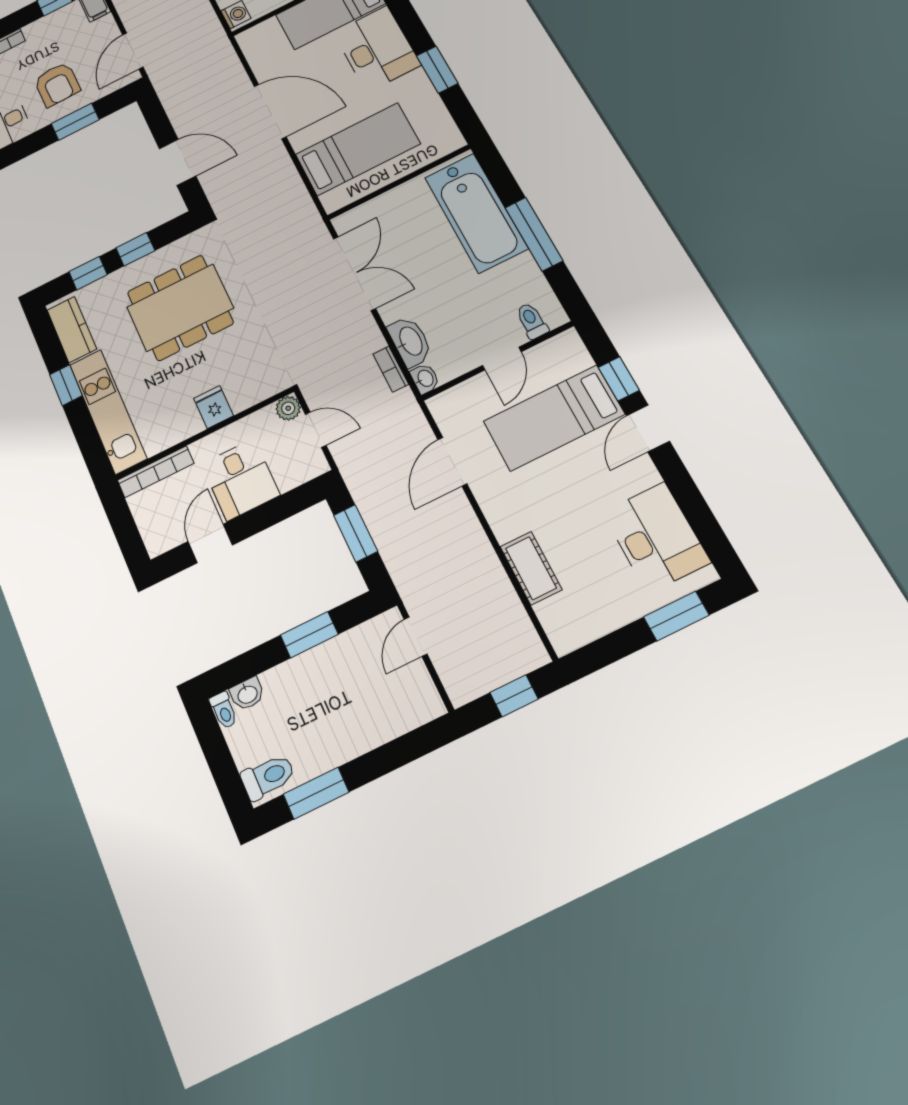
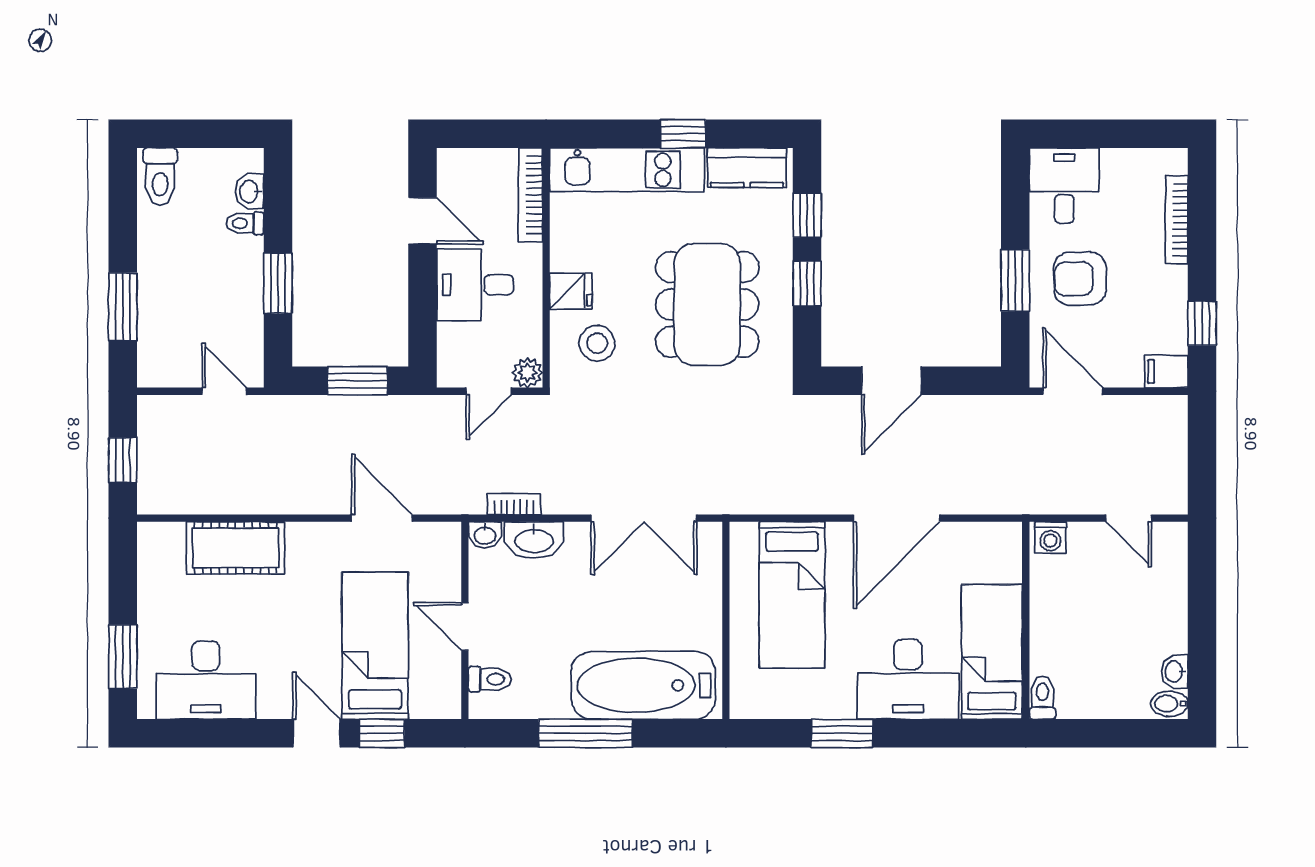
stool: (243, 369) -> (597, 343), added
cot: (531, 568) -> (236, 548), width x1.37, depth x1.34
toilet: (224, 710) -> (245, 223), moved
window: (316, 793) -> (123, 307), moved

